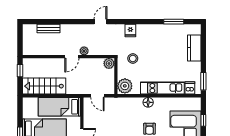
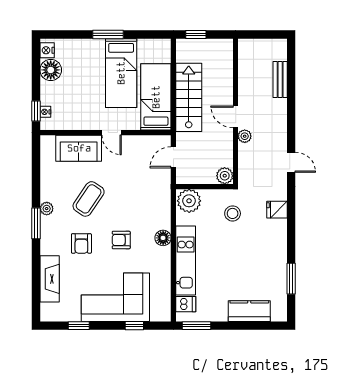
window: (20, 71) -> (196, 34), moved
stairs: (44, 86) -> (189, 97), moved

